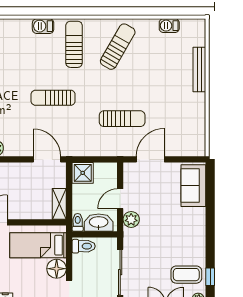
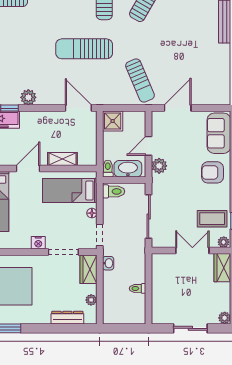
sun lounger: (53, 98) -> (84, 49), width x1.36, depth x1.34
sun lounger: (122, 119) -> (140, 81), moved, turned 67
shelving: (59, 204) -> (62, 159), moved, turned 90
armchair: (187, 226) -> (213, 172), added
floor lamp: (57, 269) -> (92, 213), width x0.53, depth x0.53

